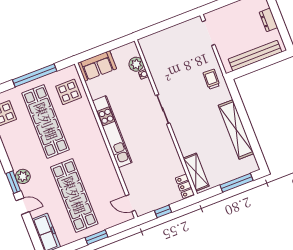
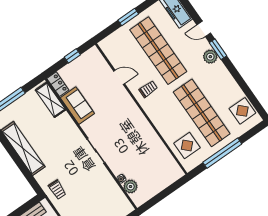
sofa: (97, 66) -> (77, 106), moved, turned 90
kitchen unit: (112, 132) -> (138, 118), removed
trolley: (94, 159) -> (148, 89), added
door: (130, 203) -> (119, 77), moved

